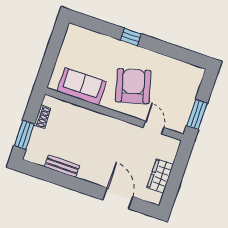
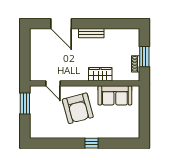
window: (24, 135) -> (144, 57), moved
bench: (62, 166) -> (91, 33), moved
wardrobe: (160, 176) -> (100, 74), moved, turned -90

